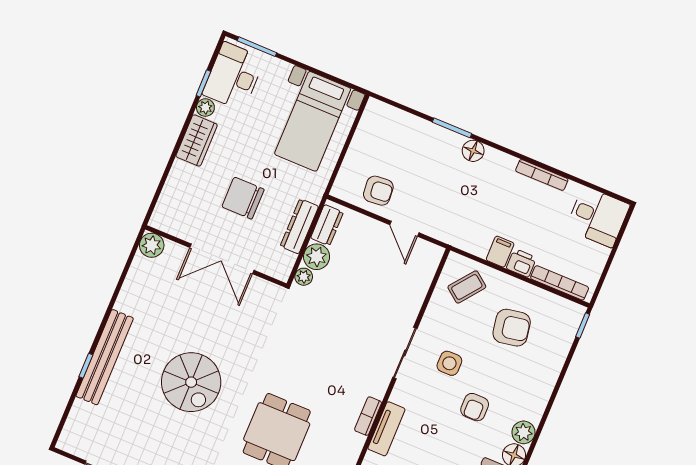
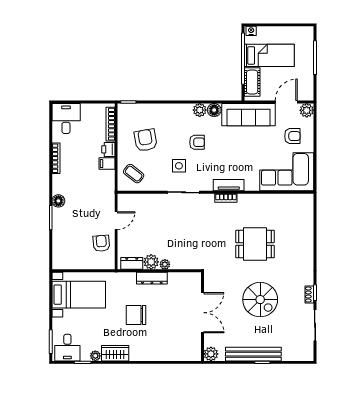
desk: (234, 76) -> (67, 348), width x0.73
chair: (243, 198) -> (136, 315), turned 90
dresser: (299, 226) -> (152, 278), moved
plant: (152, 245) -> (211, 354), moved
wall: (216, 256) -> (202, 317), moved
double door: (222, 259) -> (202, 313), moved
spiral stairs: (191, 382) -> (260, 300), moved, turned 90

